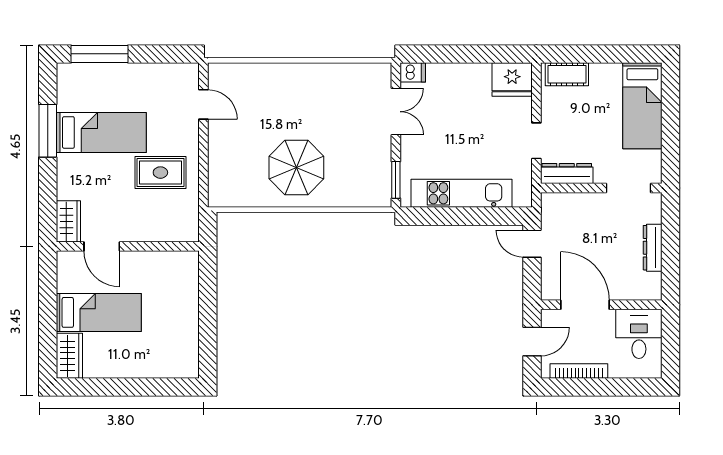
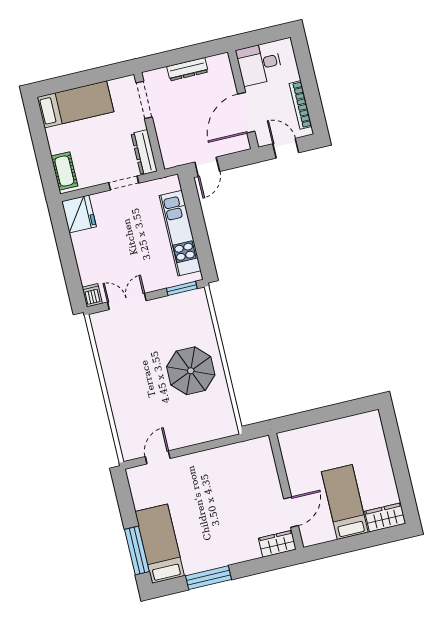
bed: (101, 132) -> (160, 544), moved
rug: (160, 173) -> (221, 479), removed

